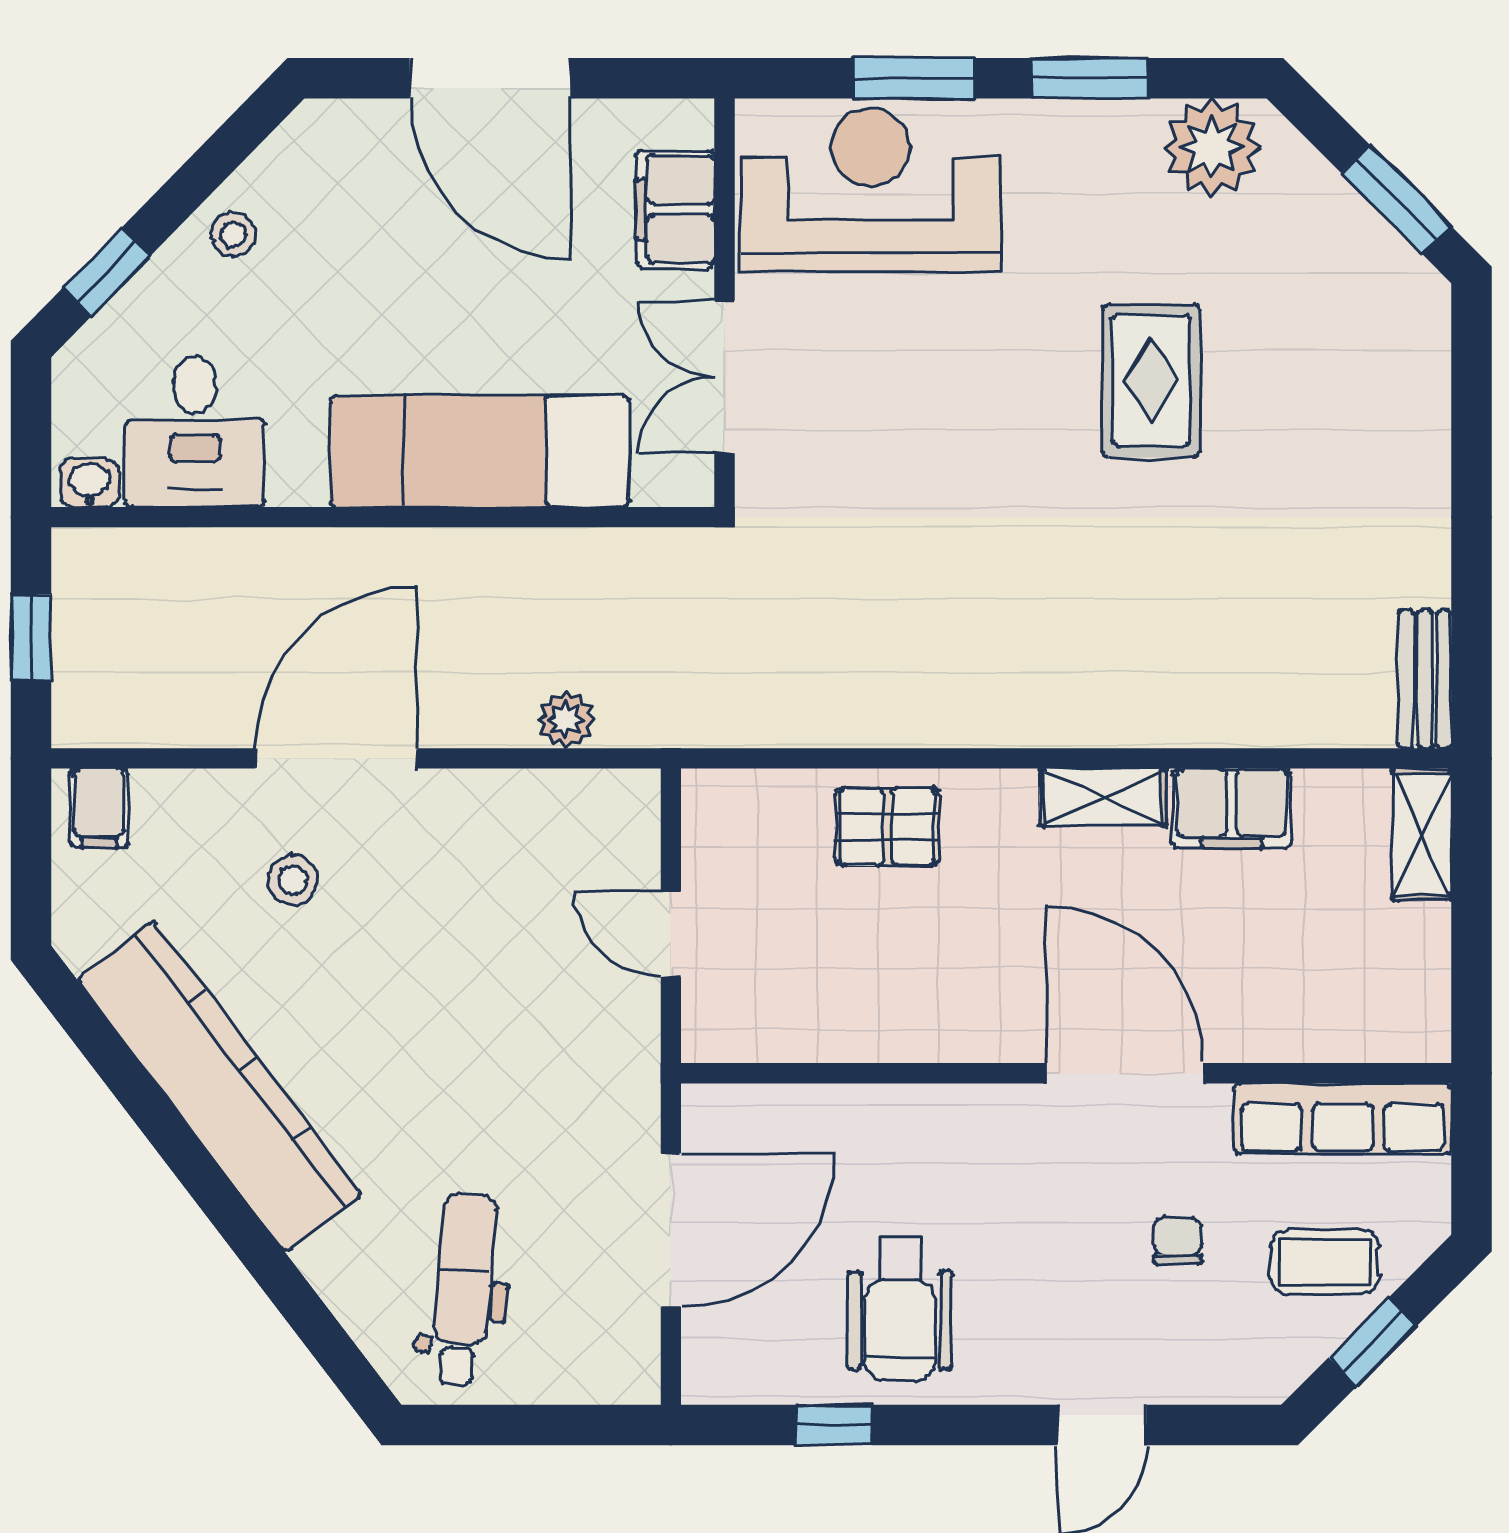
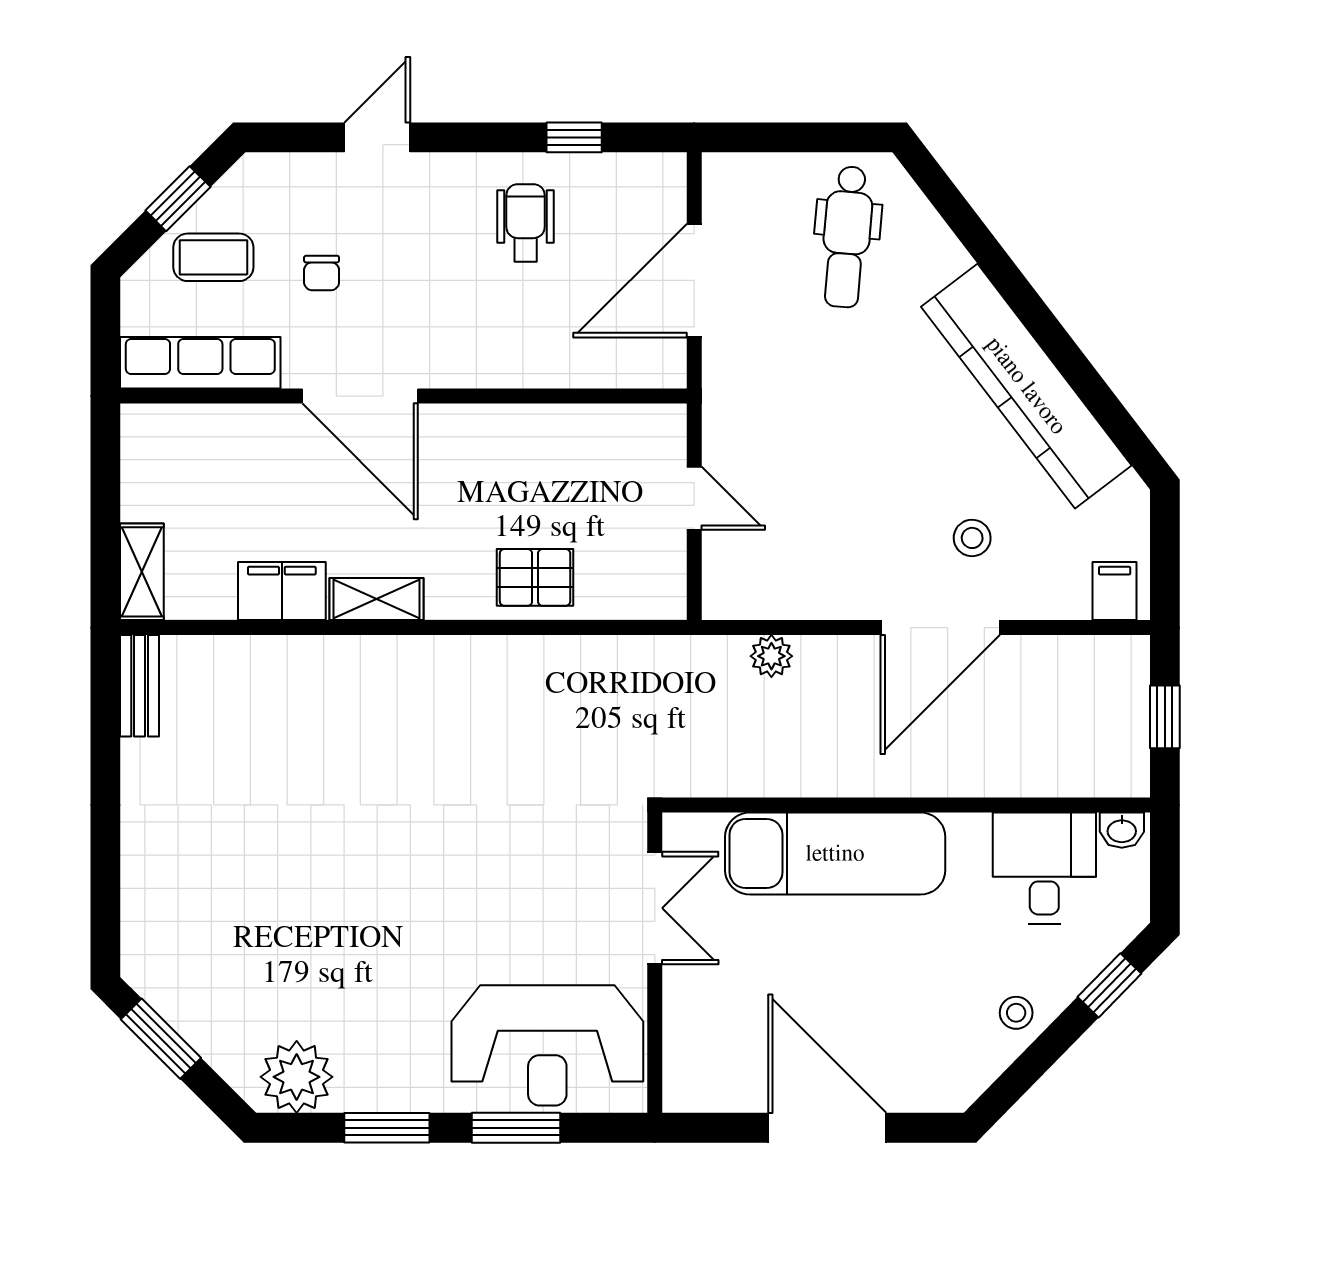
filing cabinet: (675, 209) -> (691, 1031), removed
rug: (1151, 381) -> (341, 905), removed
wheelchair: (900, 1309) -> (526, 223), width x0.73, depth x0.73

